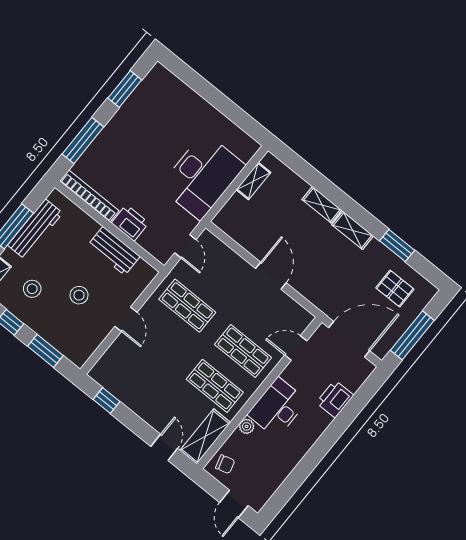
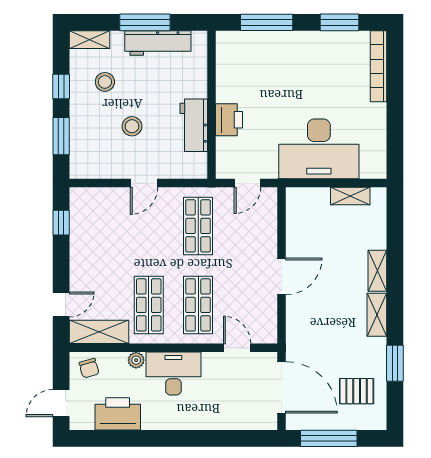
bookcase: (89, 196) -> (379, 66), moved, turned 180
pallet: (395, 288) -> (357, 391), turned 90
printer: (335, 399) -> (118, 414), moved, width x1.37, depth x1.19

